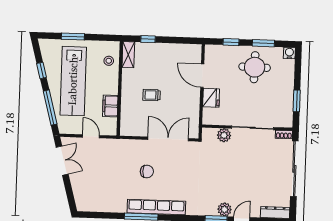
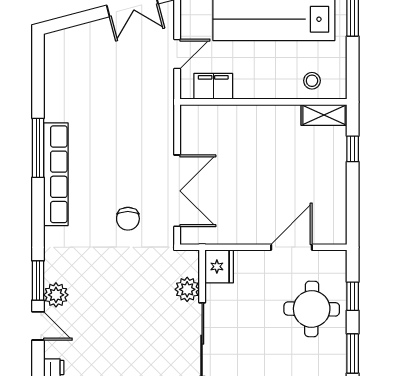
round table: (255, 67) -> (312, 309), moved
trolley: (152, 95) -> (254, 159), removed
fridge: (211, 98) -> (219, 266), moved, turned -90
filing cabinet: (110, 106) -> (213, 86), moved
chair: (147, 171) -> (128, 219), moved

